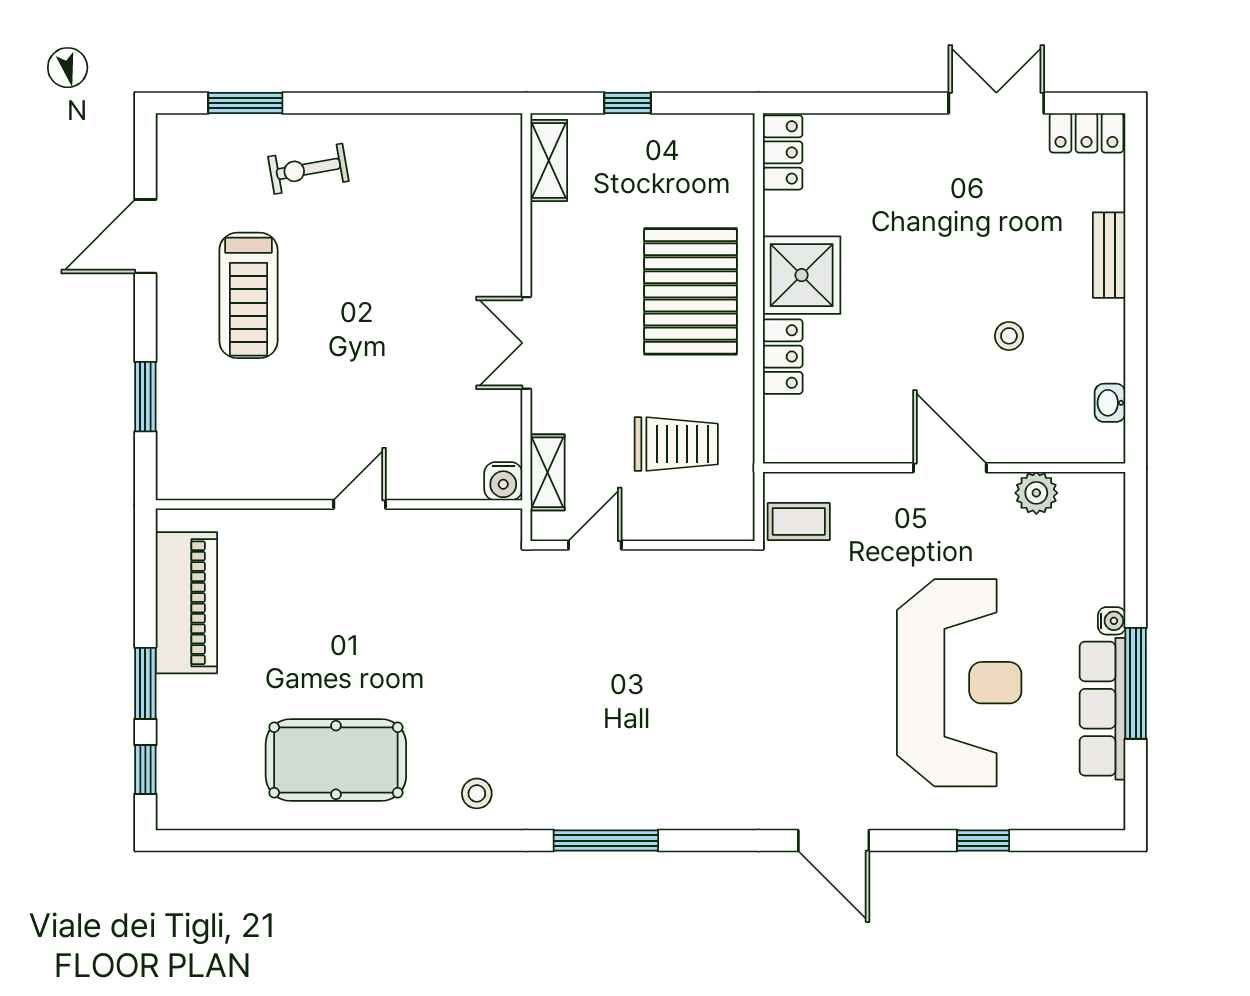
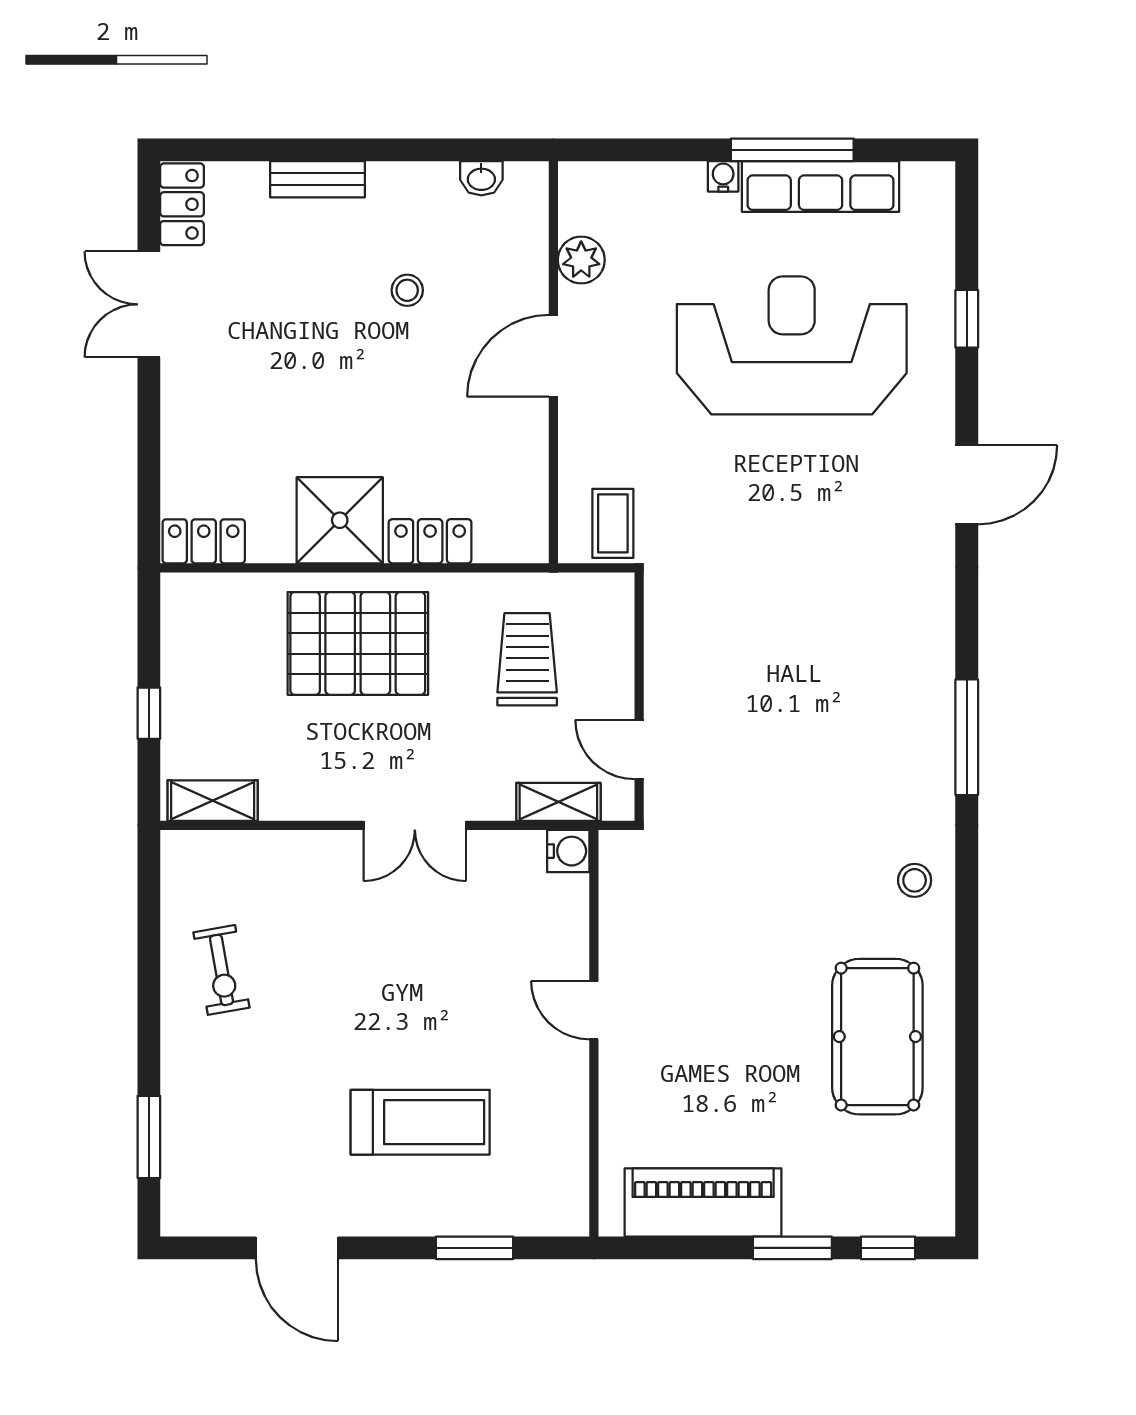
exercise bike: (308, 169) -> (221, 970), moved
treadmill: (248, 295) -> (420, 1122), moved

